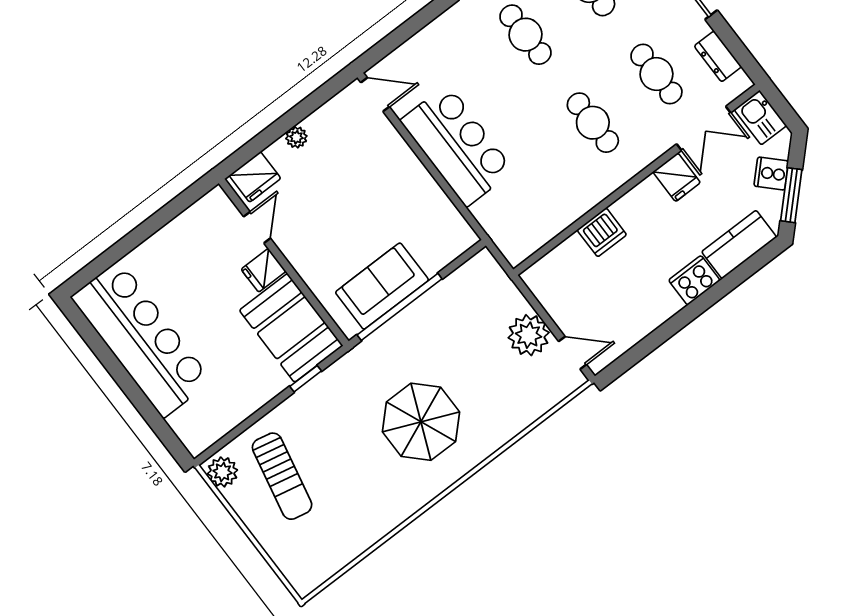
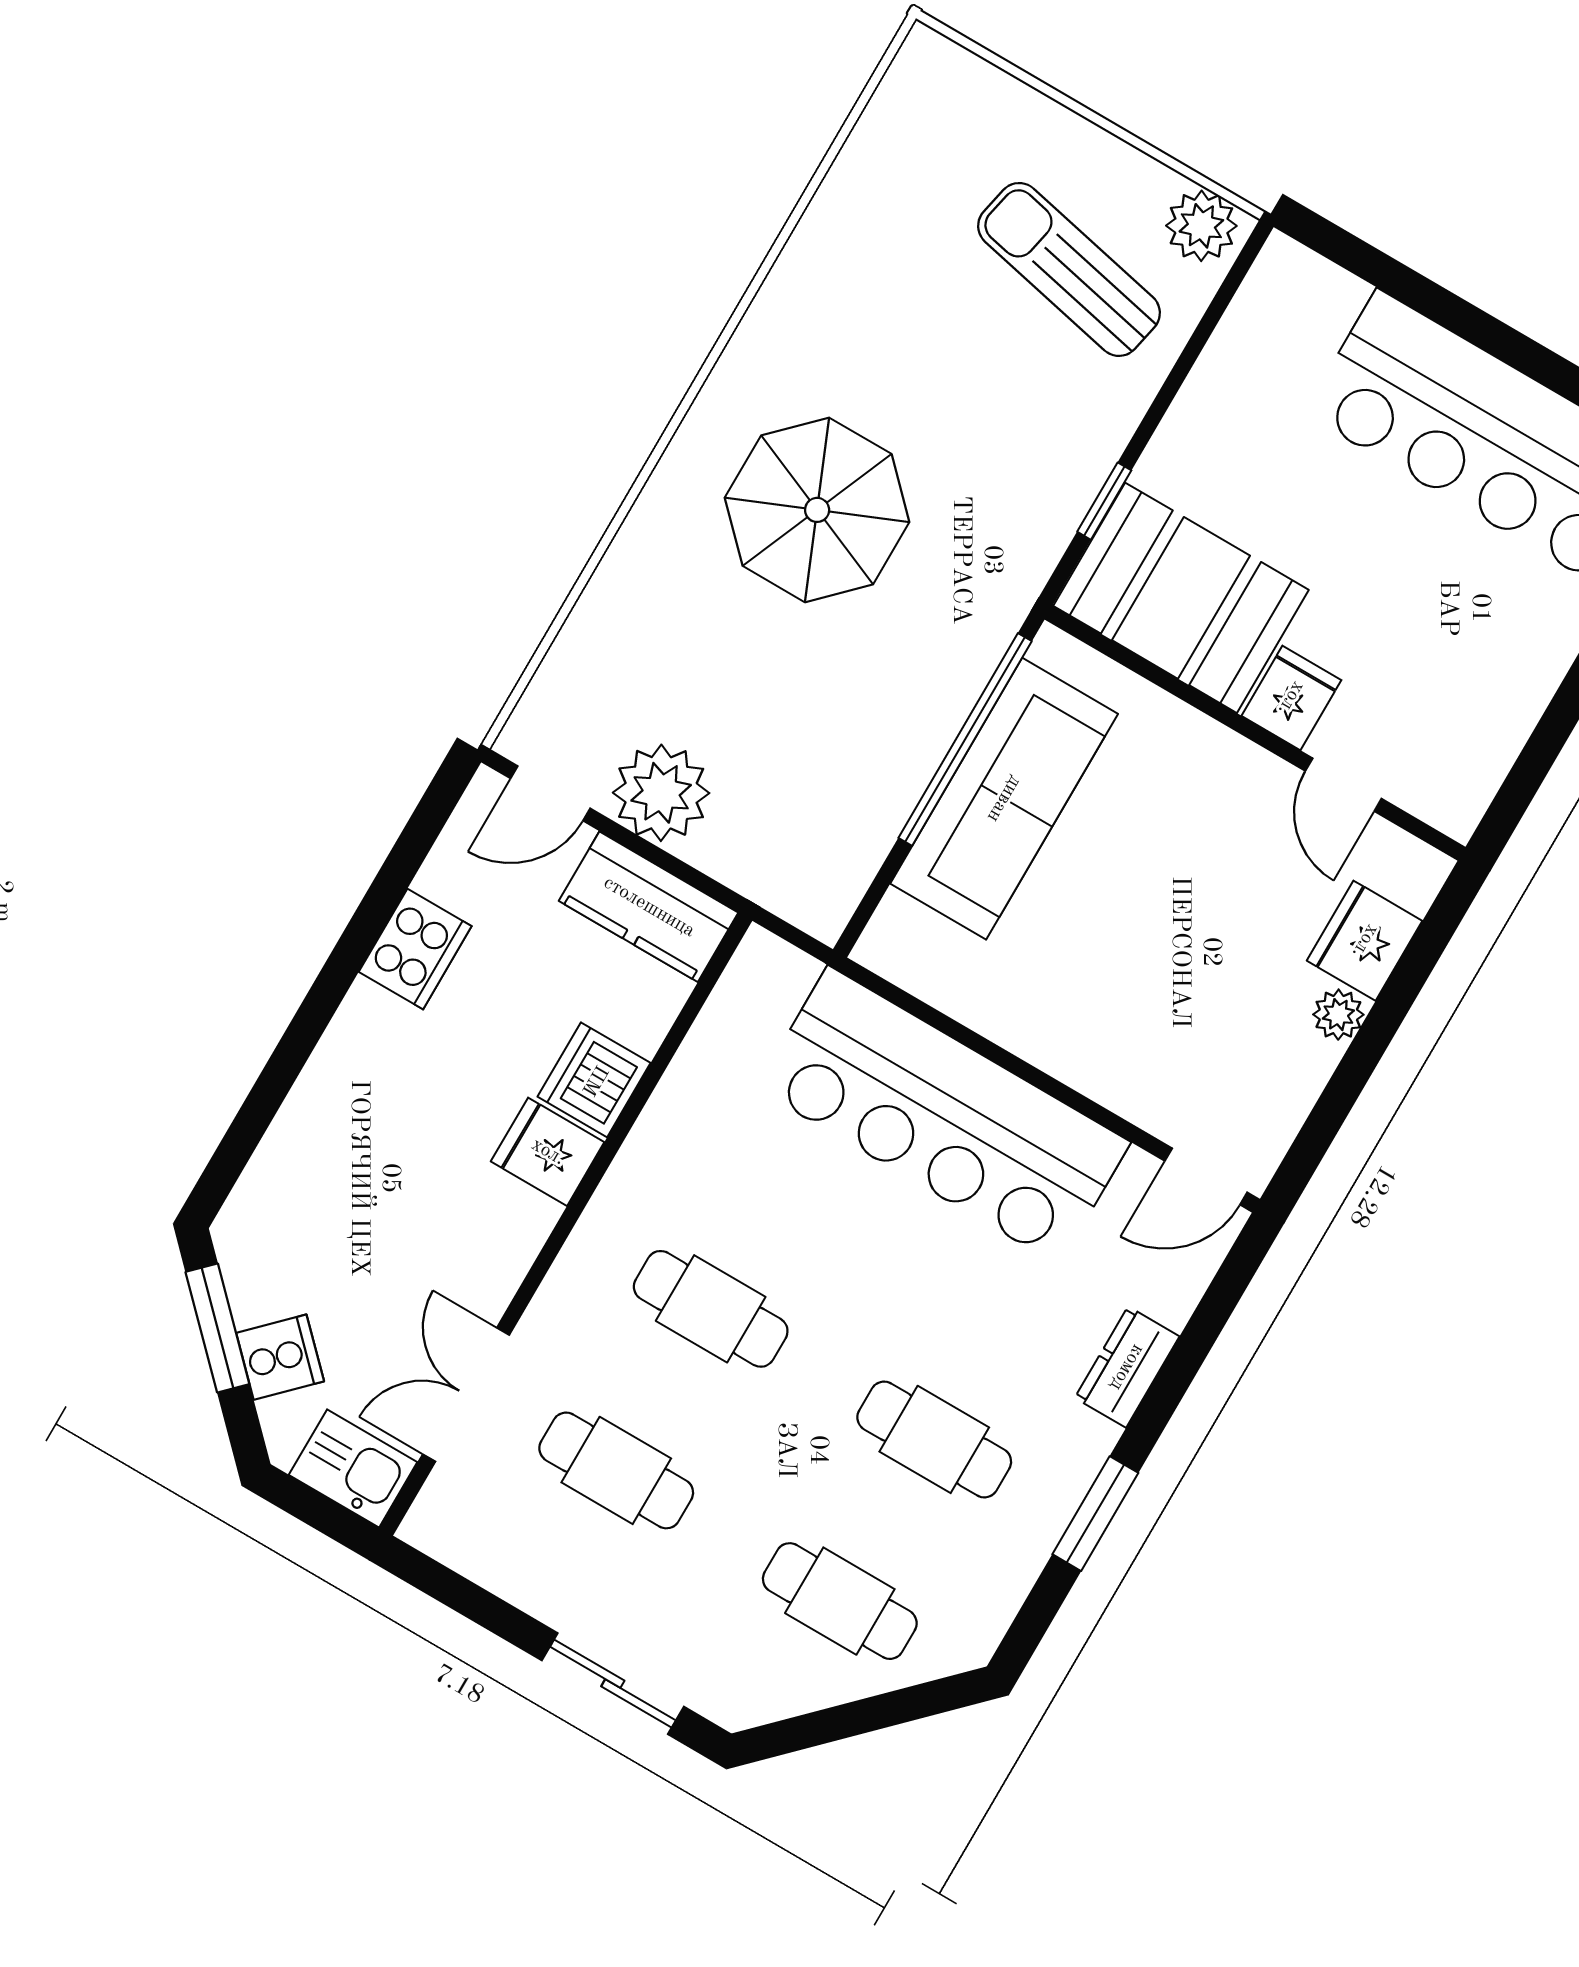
dresser: (718, 56) -> (1127, 1367), moved, turned -90
bar counter: (457, 146) -> (943, 1115), width x1.36
fridge: (255, 177) -> (1365, 941), moved
fridge: (677, 177) -> (548, 1152), moved
kitchen counter: (739, 244) -> (649, 907), moved, turned 90
cooker: (694, 280) -> (415, 949), moved
sofa: (382, 286) -> (1004, 799), width x1.36

